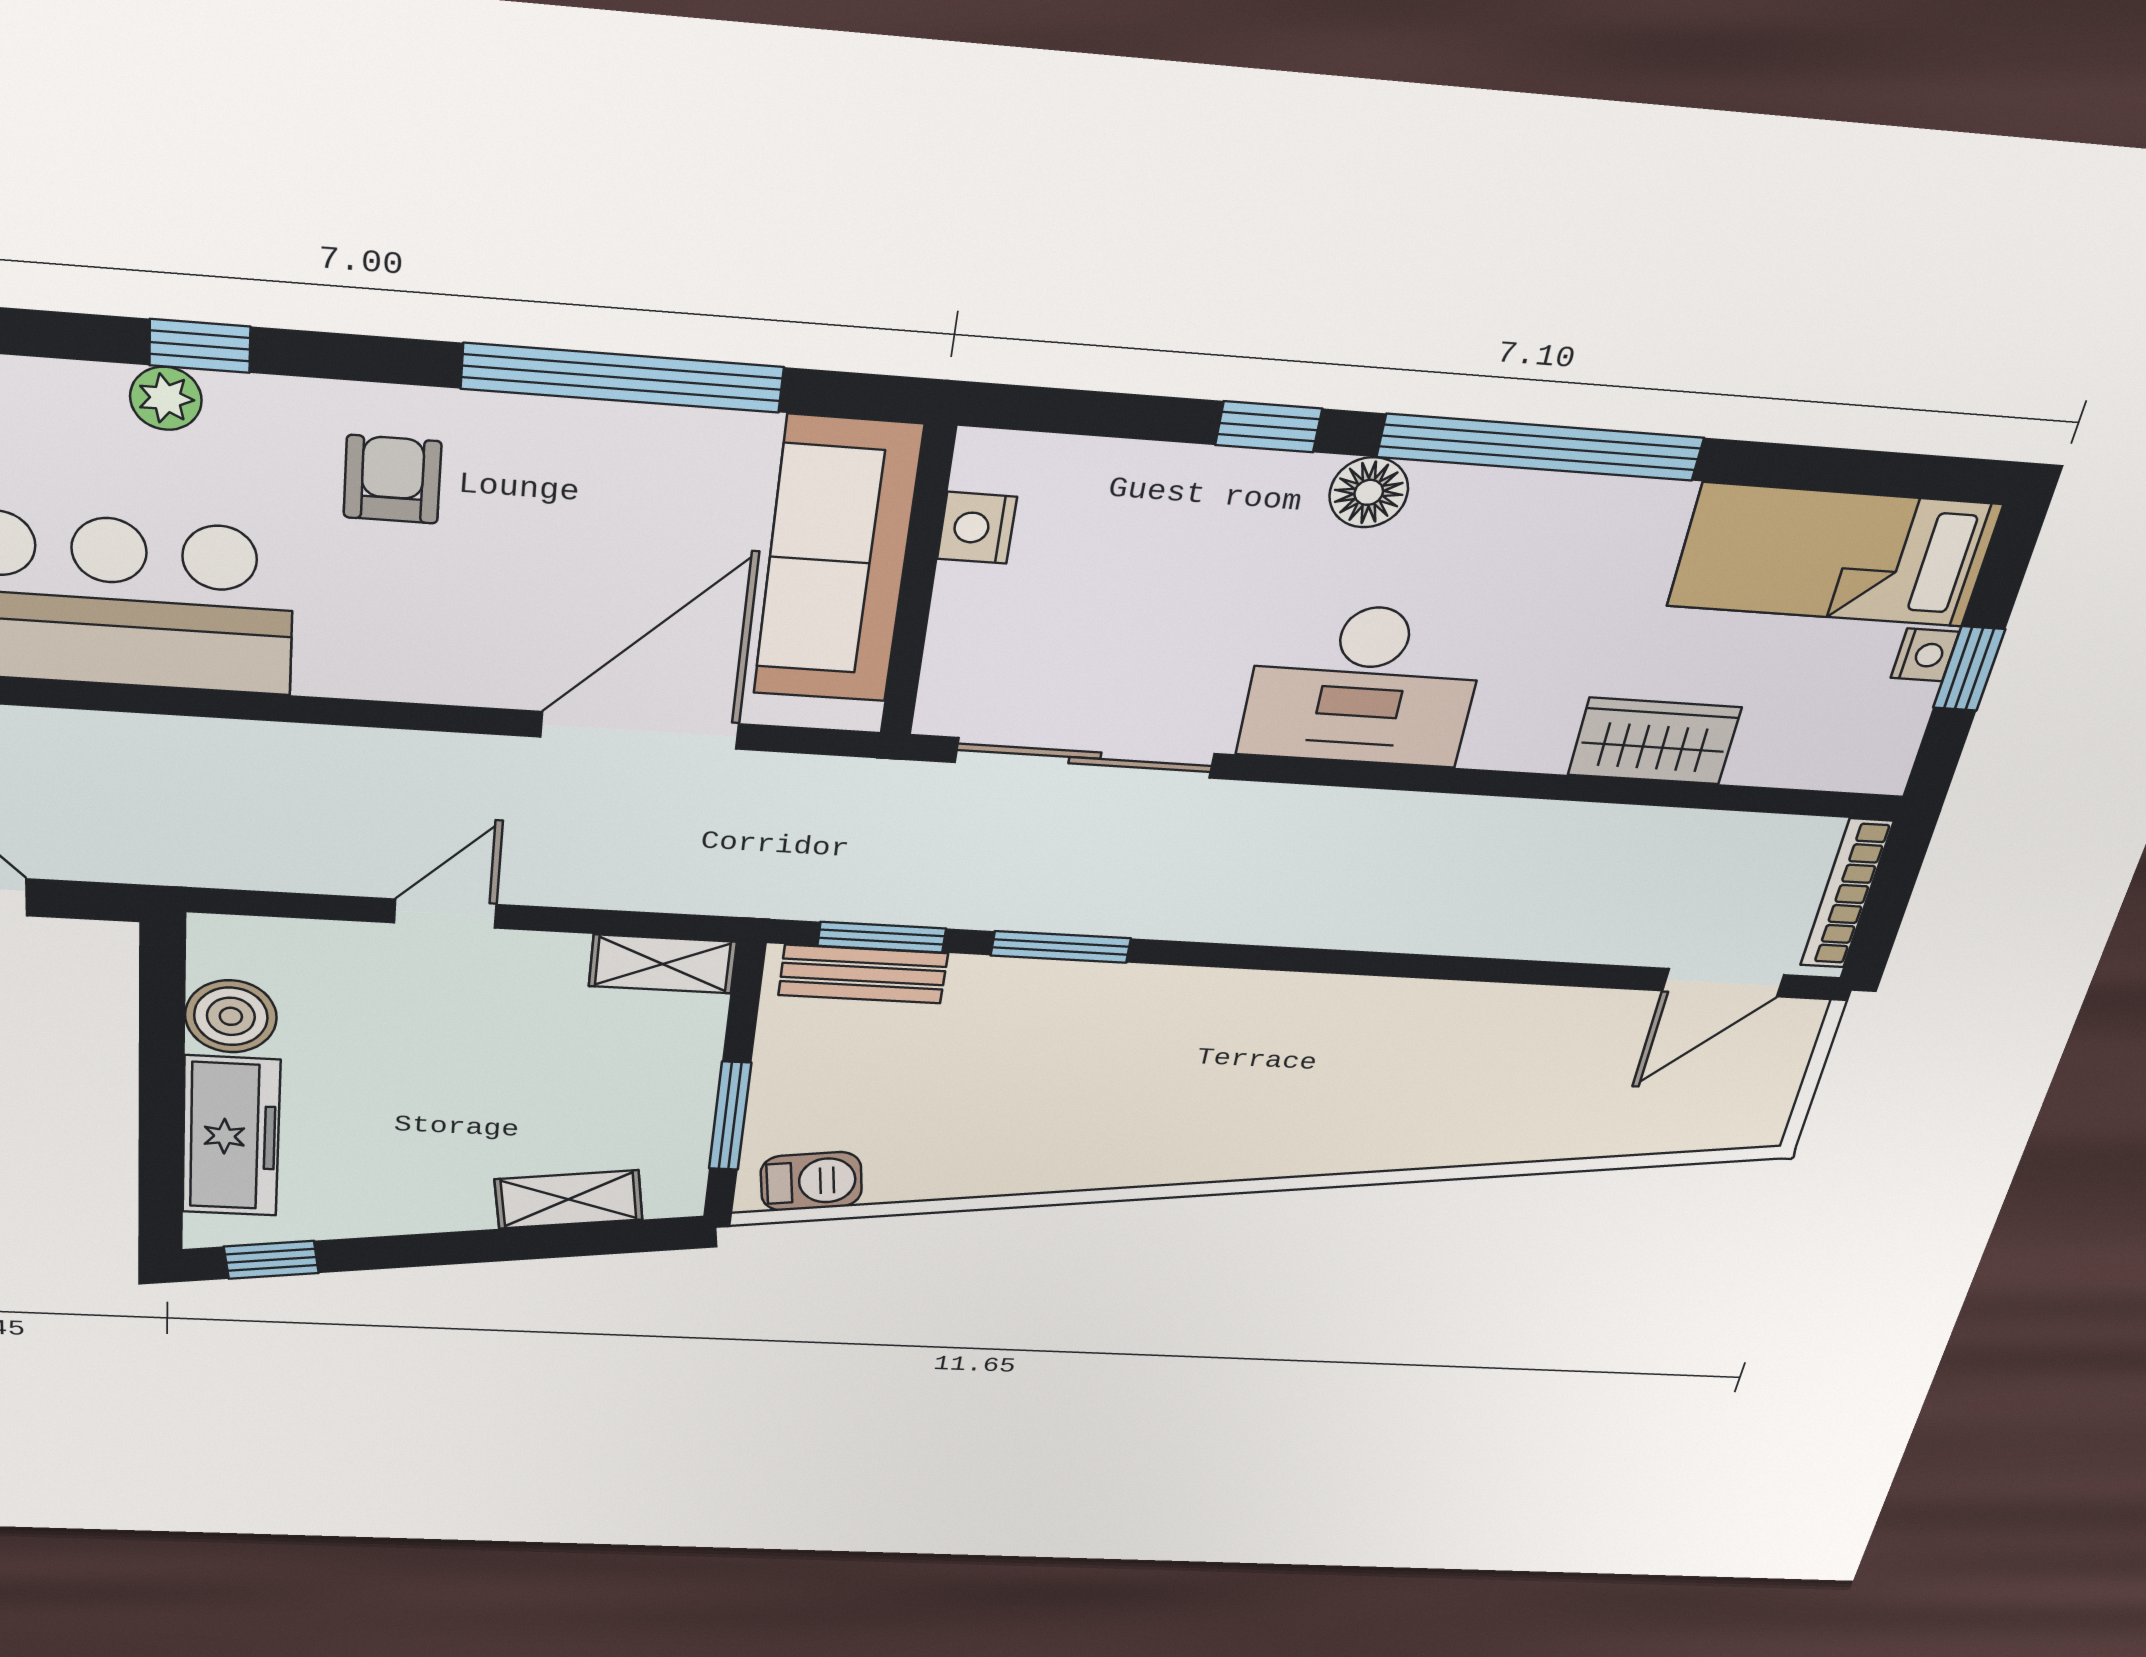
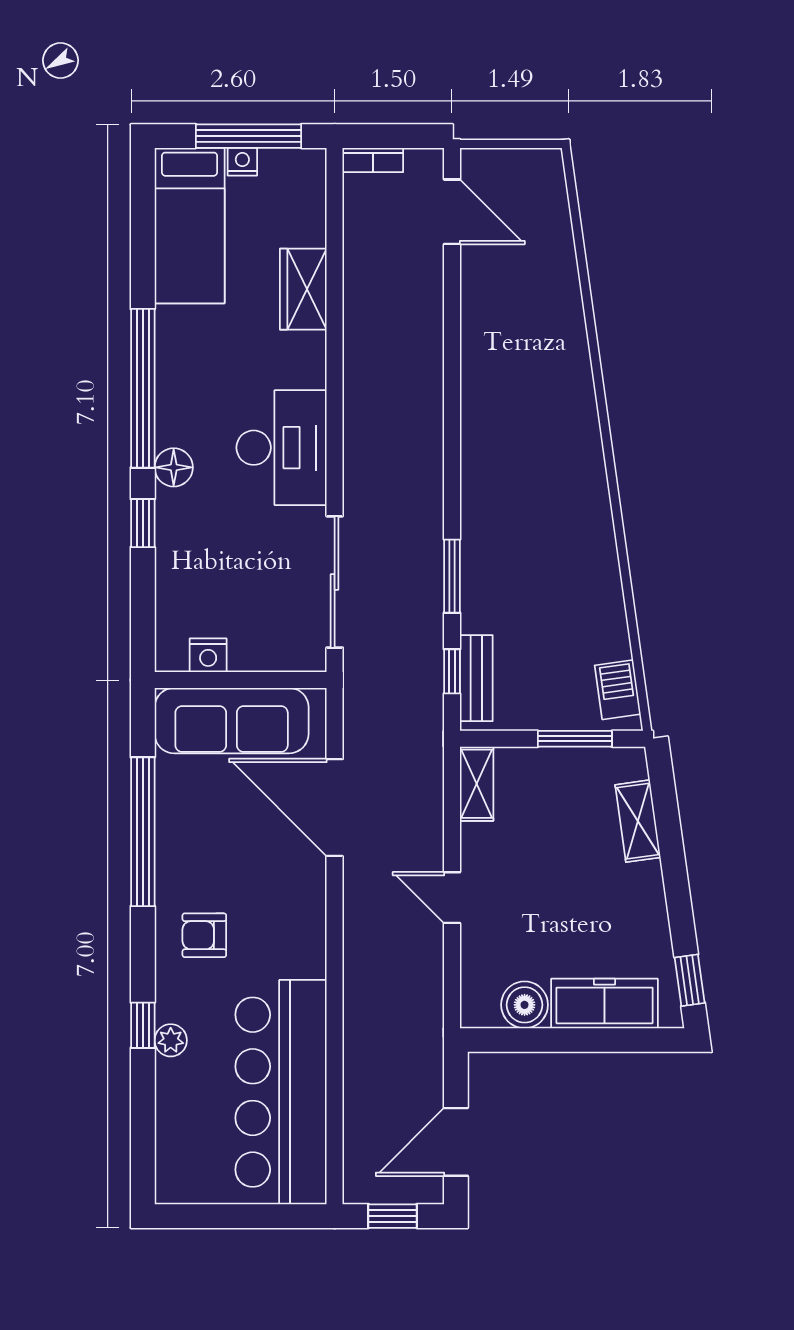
window: (1969, 669) -> (248, 136), width x2.17
bookcase: (1847, 894) -> (373, 160), width x0.64
window: (882, 937) -> (452, 671), width x0.67

